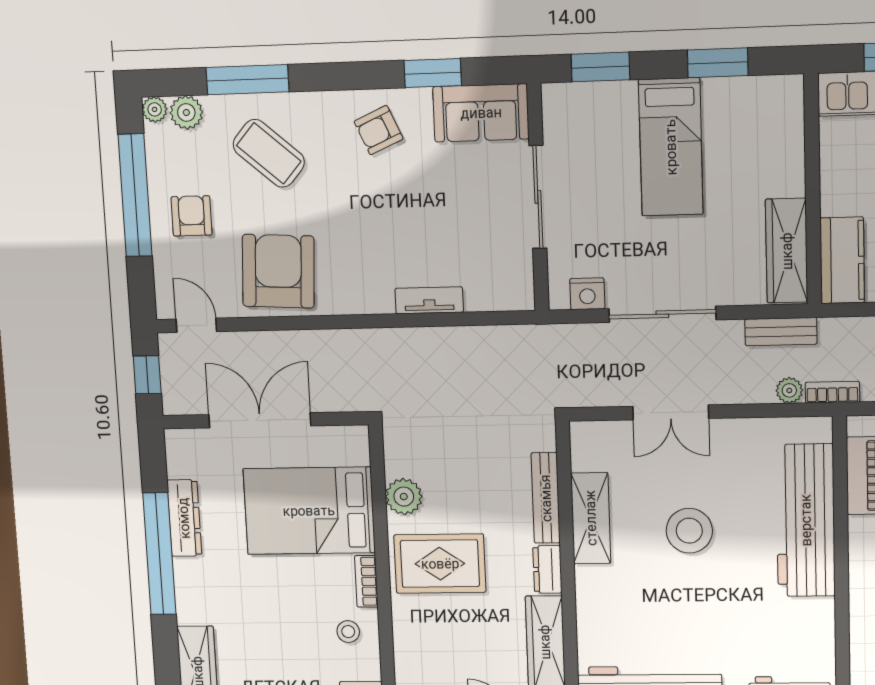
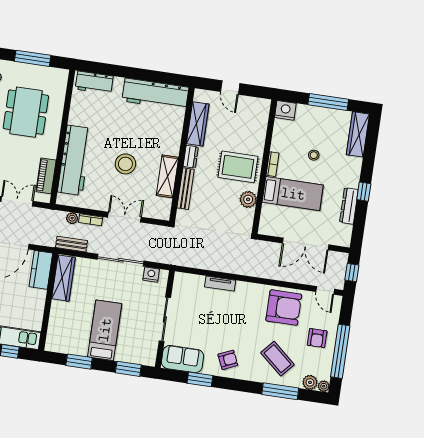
armchair: (278, 271) -> (284, 308), turned -93
bookcase: (832, 392) -> (91, 220), moved
bed: (309, 511) -> (293, 194), width x0.67
window: (159, 554) -> (364, 192), width x0.32
stool: (348, 632) -> (314, 155), moved

